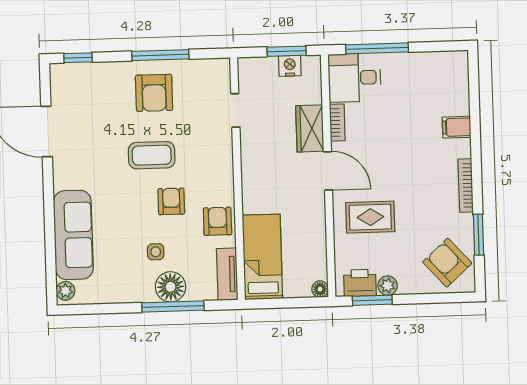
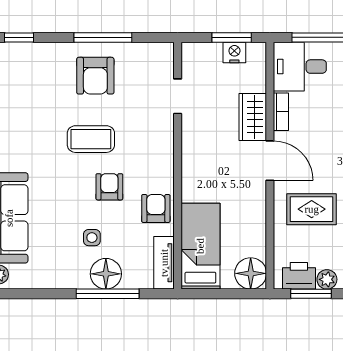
floor lamp: (320, 289) -> (251, 273), width x1.89, depth x1.89

